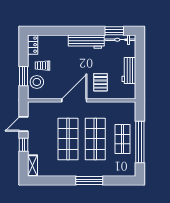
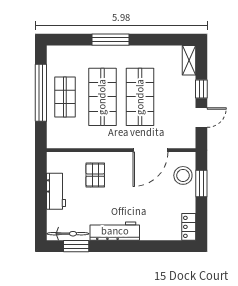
trolley: (42, 66) -> (175, 198), removed
door: (74, 100) -> (151, 150), moved

